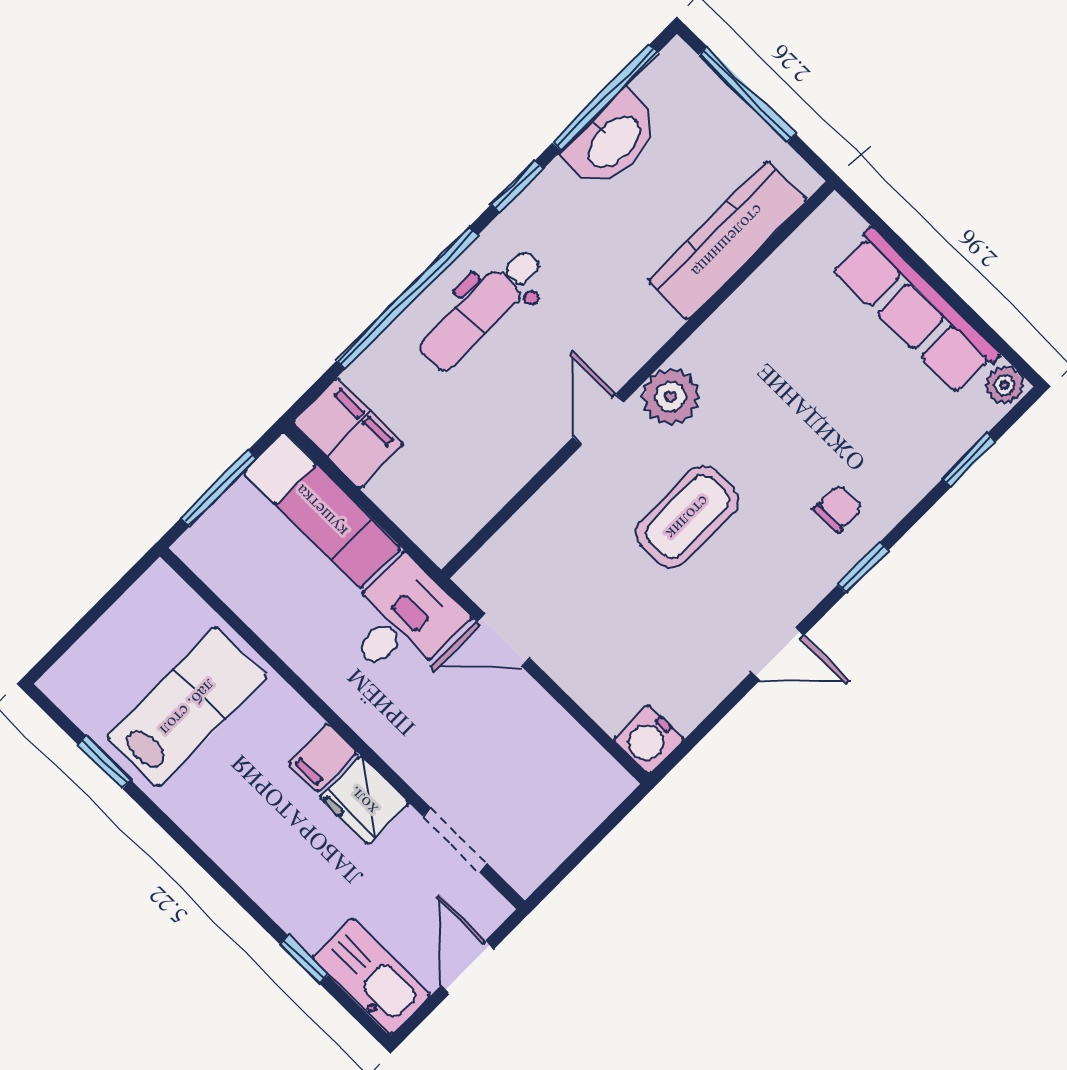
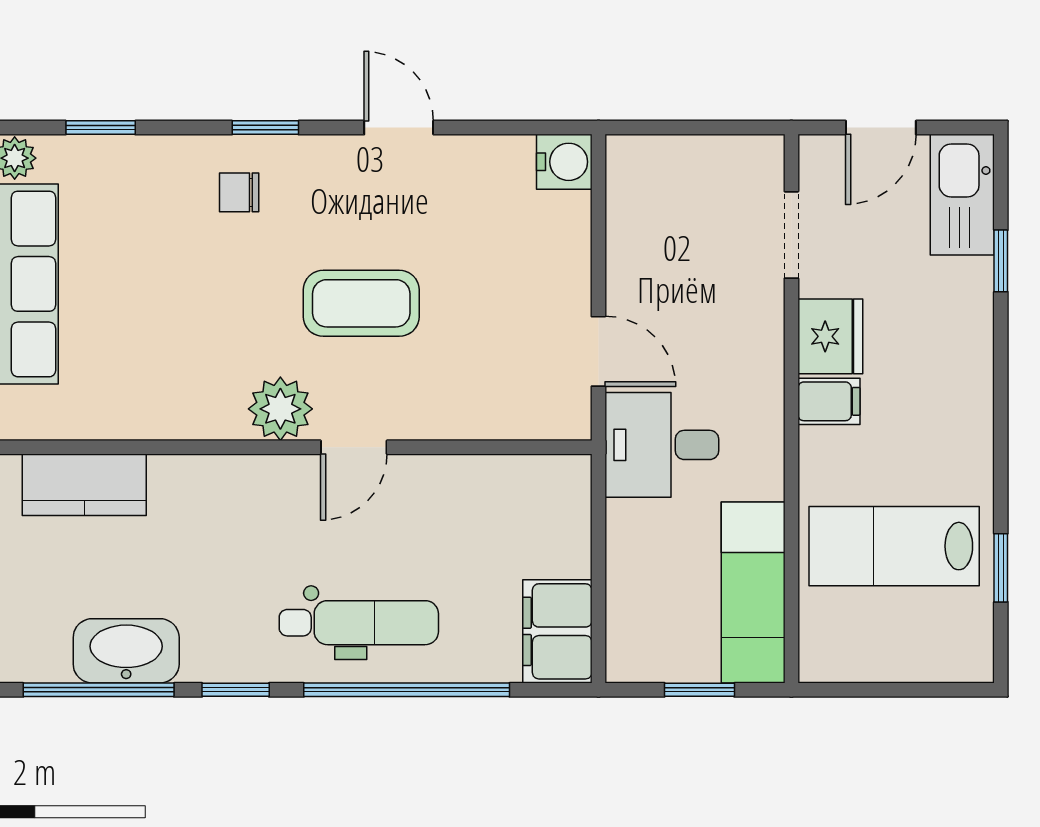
kitchen counter: (727, 240) -> (84, 485), width x0.67
window: (219, 488) -> (699, 690), width x0.67
exam couch: (322, 510) -> (753, 593), moved, turned 180

